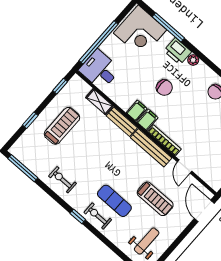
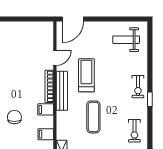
filing cabinet: (137, 111) -> (46, 134), moved
bench: (122, 122) -> (62, 125), removed
treadmill: (155, 199) -> (86, 75), moved
exercise mat: (114, 201) -> (93, 117), moved

